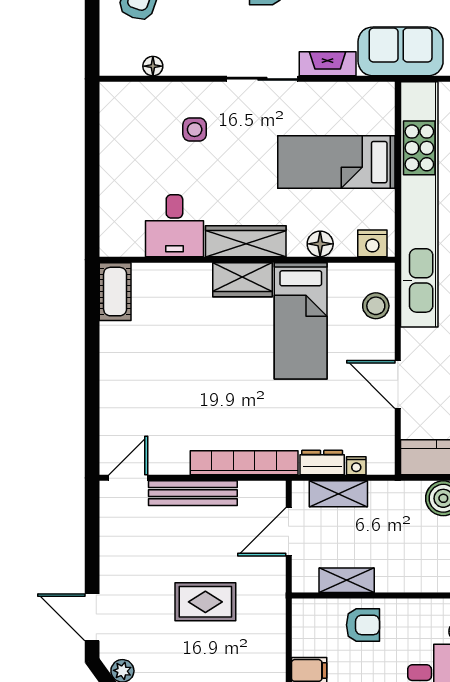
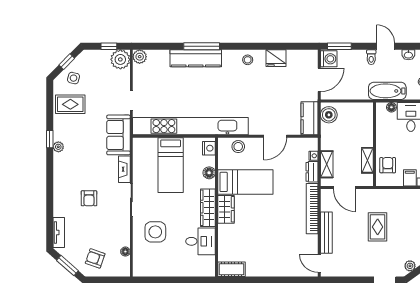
side table: (195, 130) -> (155, 232), width x1.87, depth x1.87
armchair: (363, 625) -> (388, 165), moved

